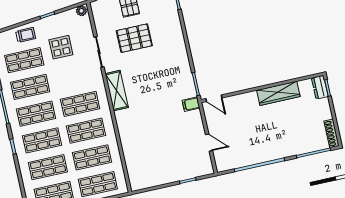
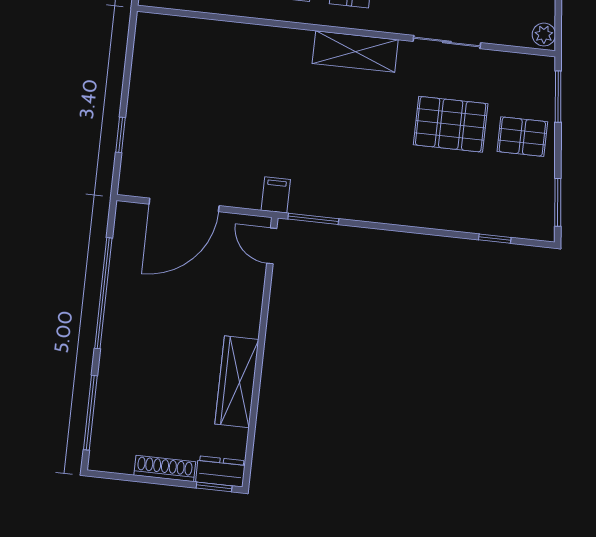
pallet: (134, 38) -> (451, 124), turned 90
door: (214, 98) -> (272, 246), hinge flipped
shoe rack: (332, 133) -> (165, 468), moved
door: (209, 143) -> (184, 205), width x1.87

